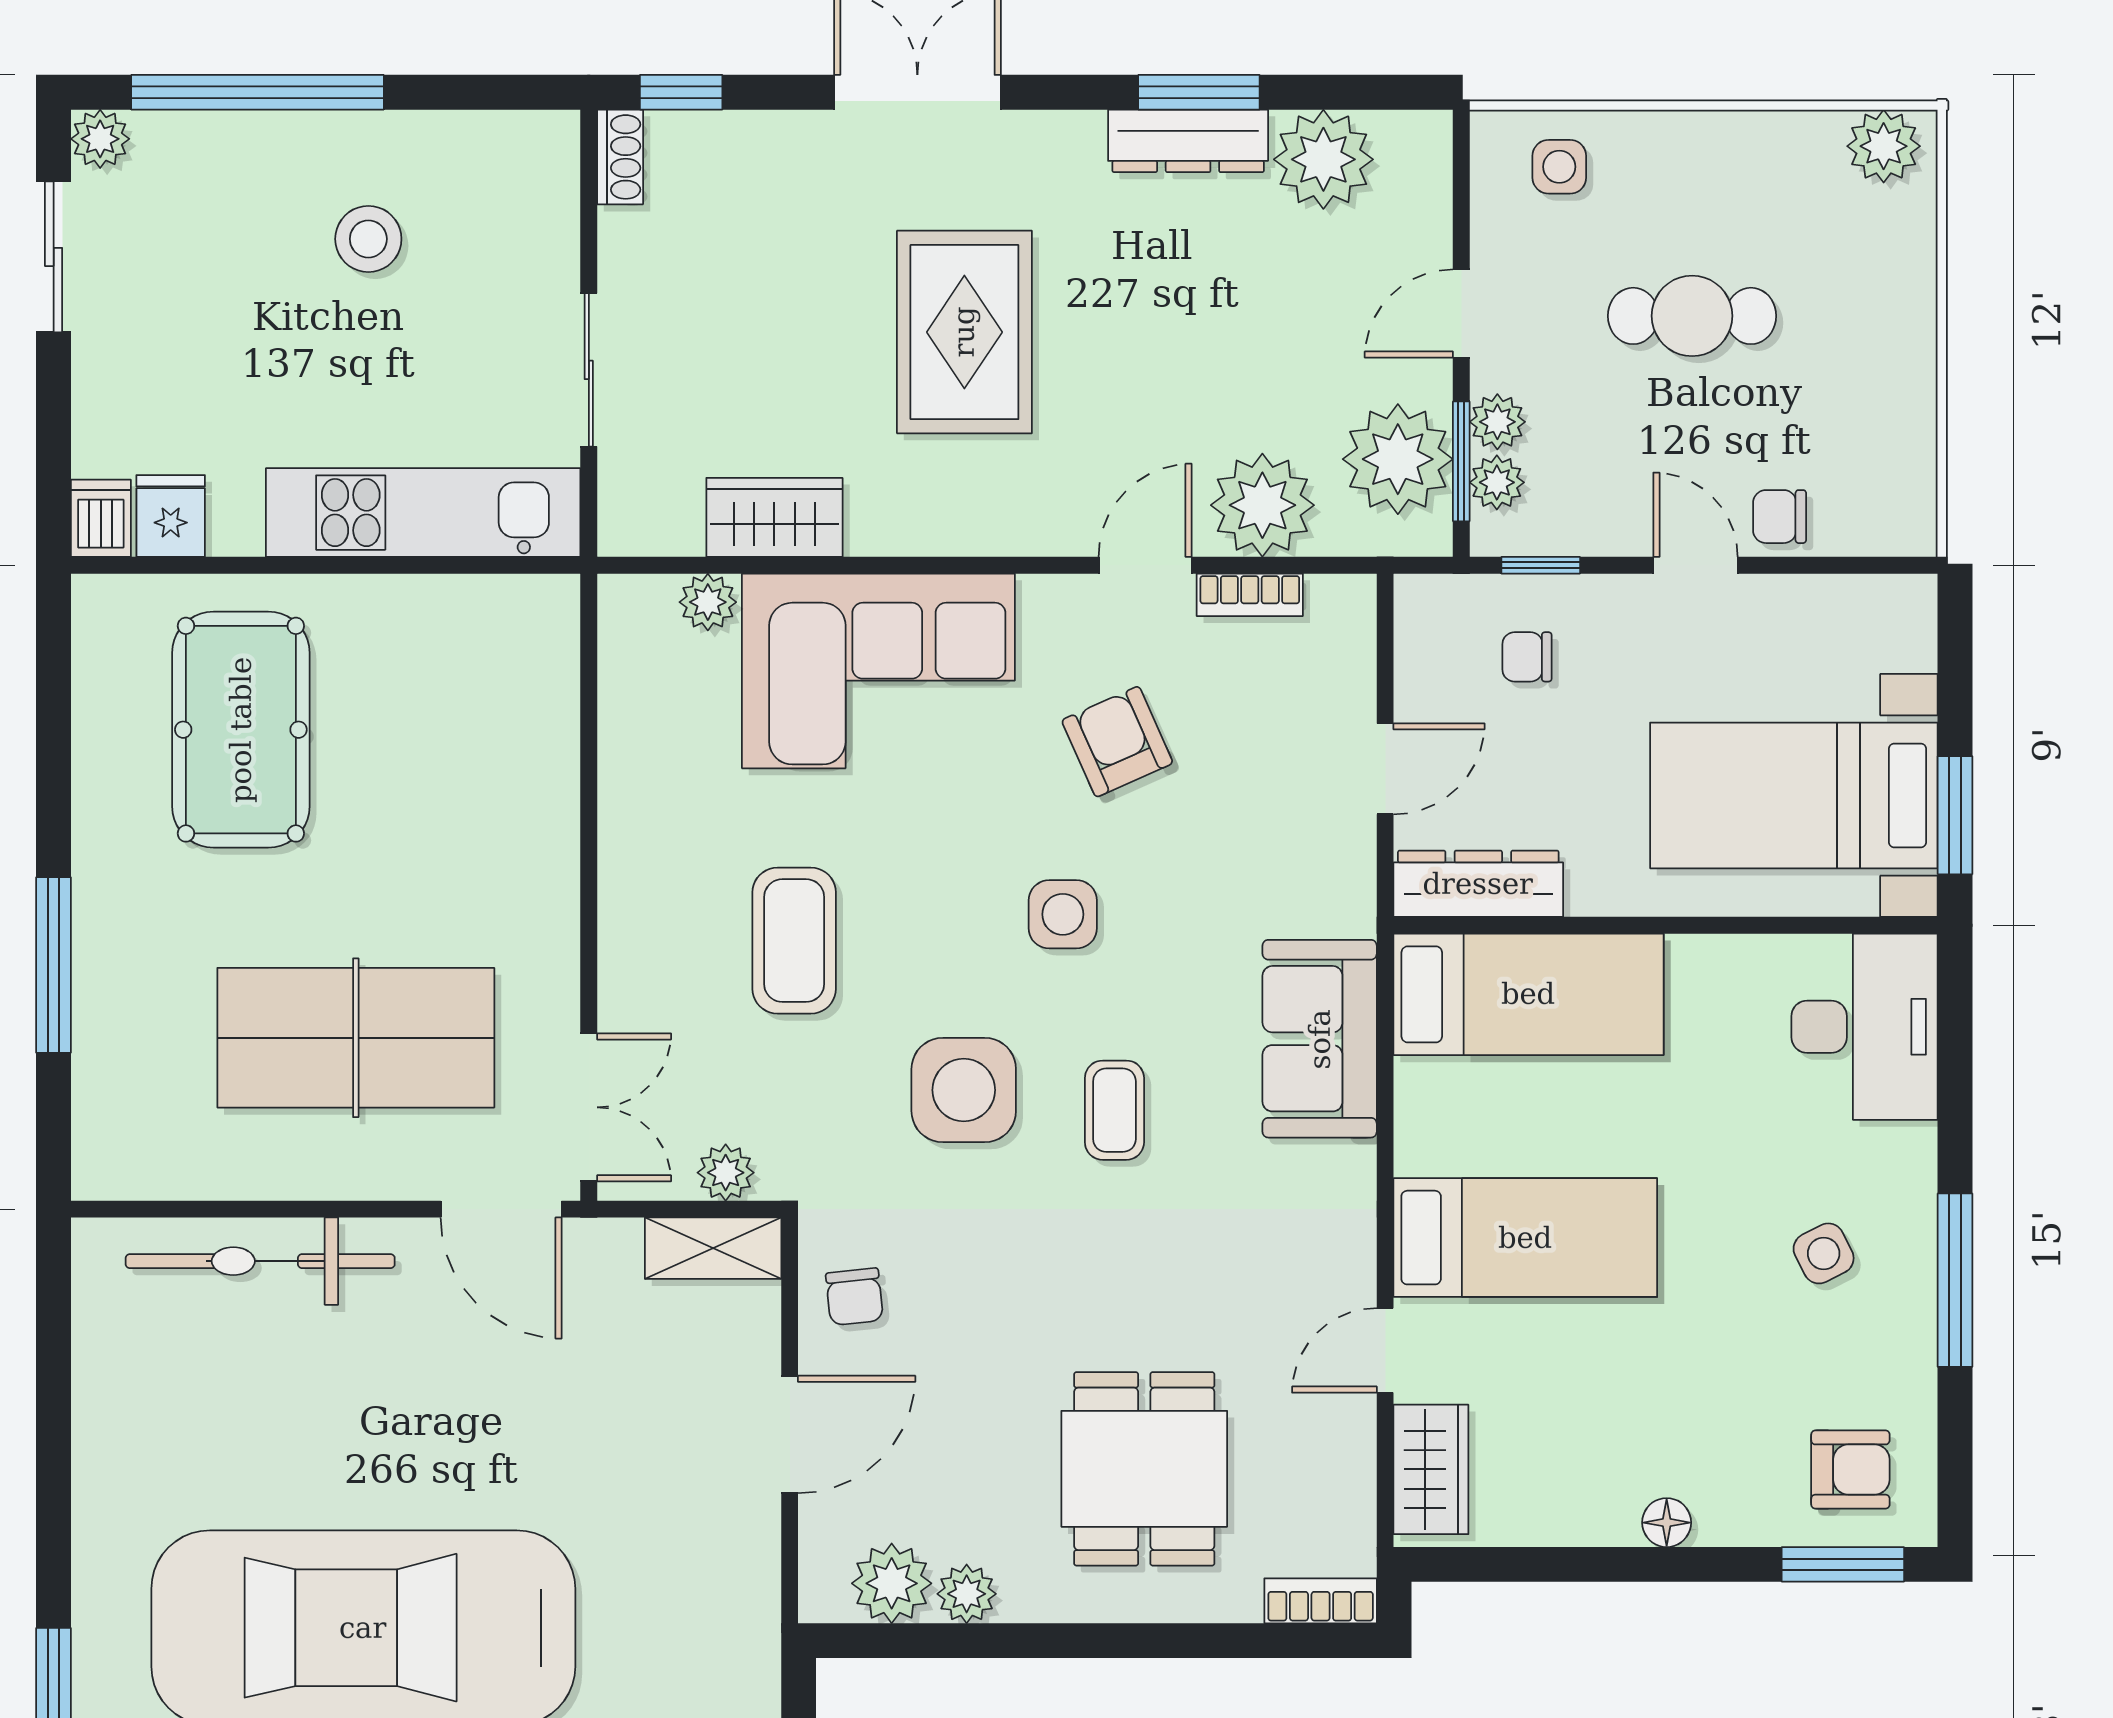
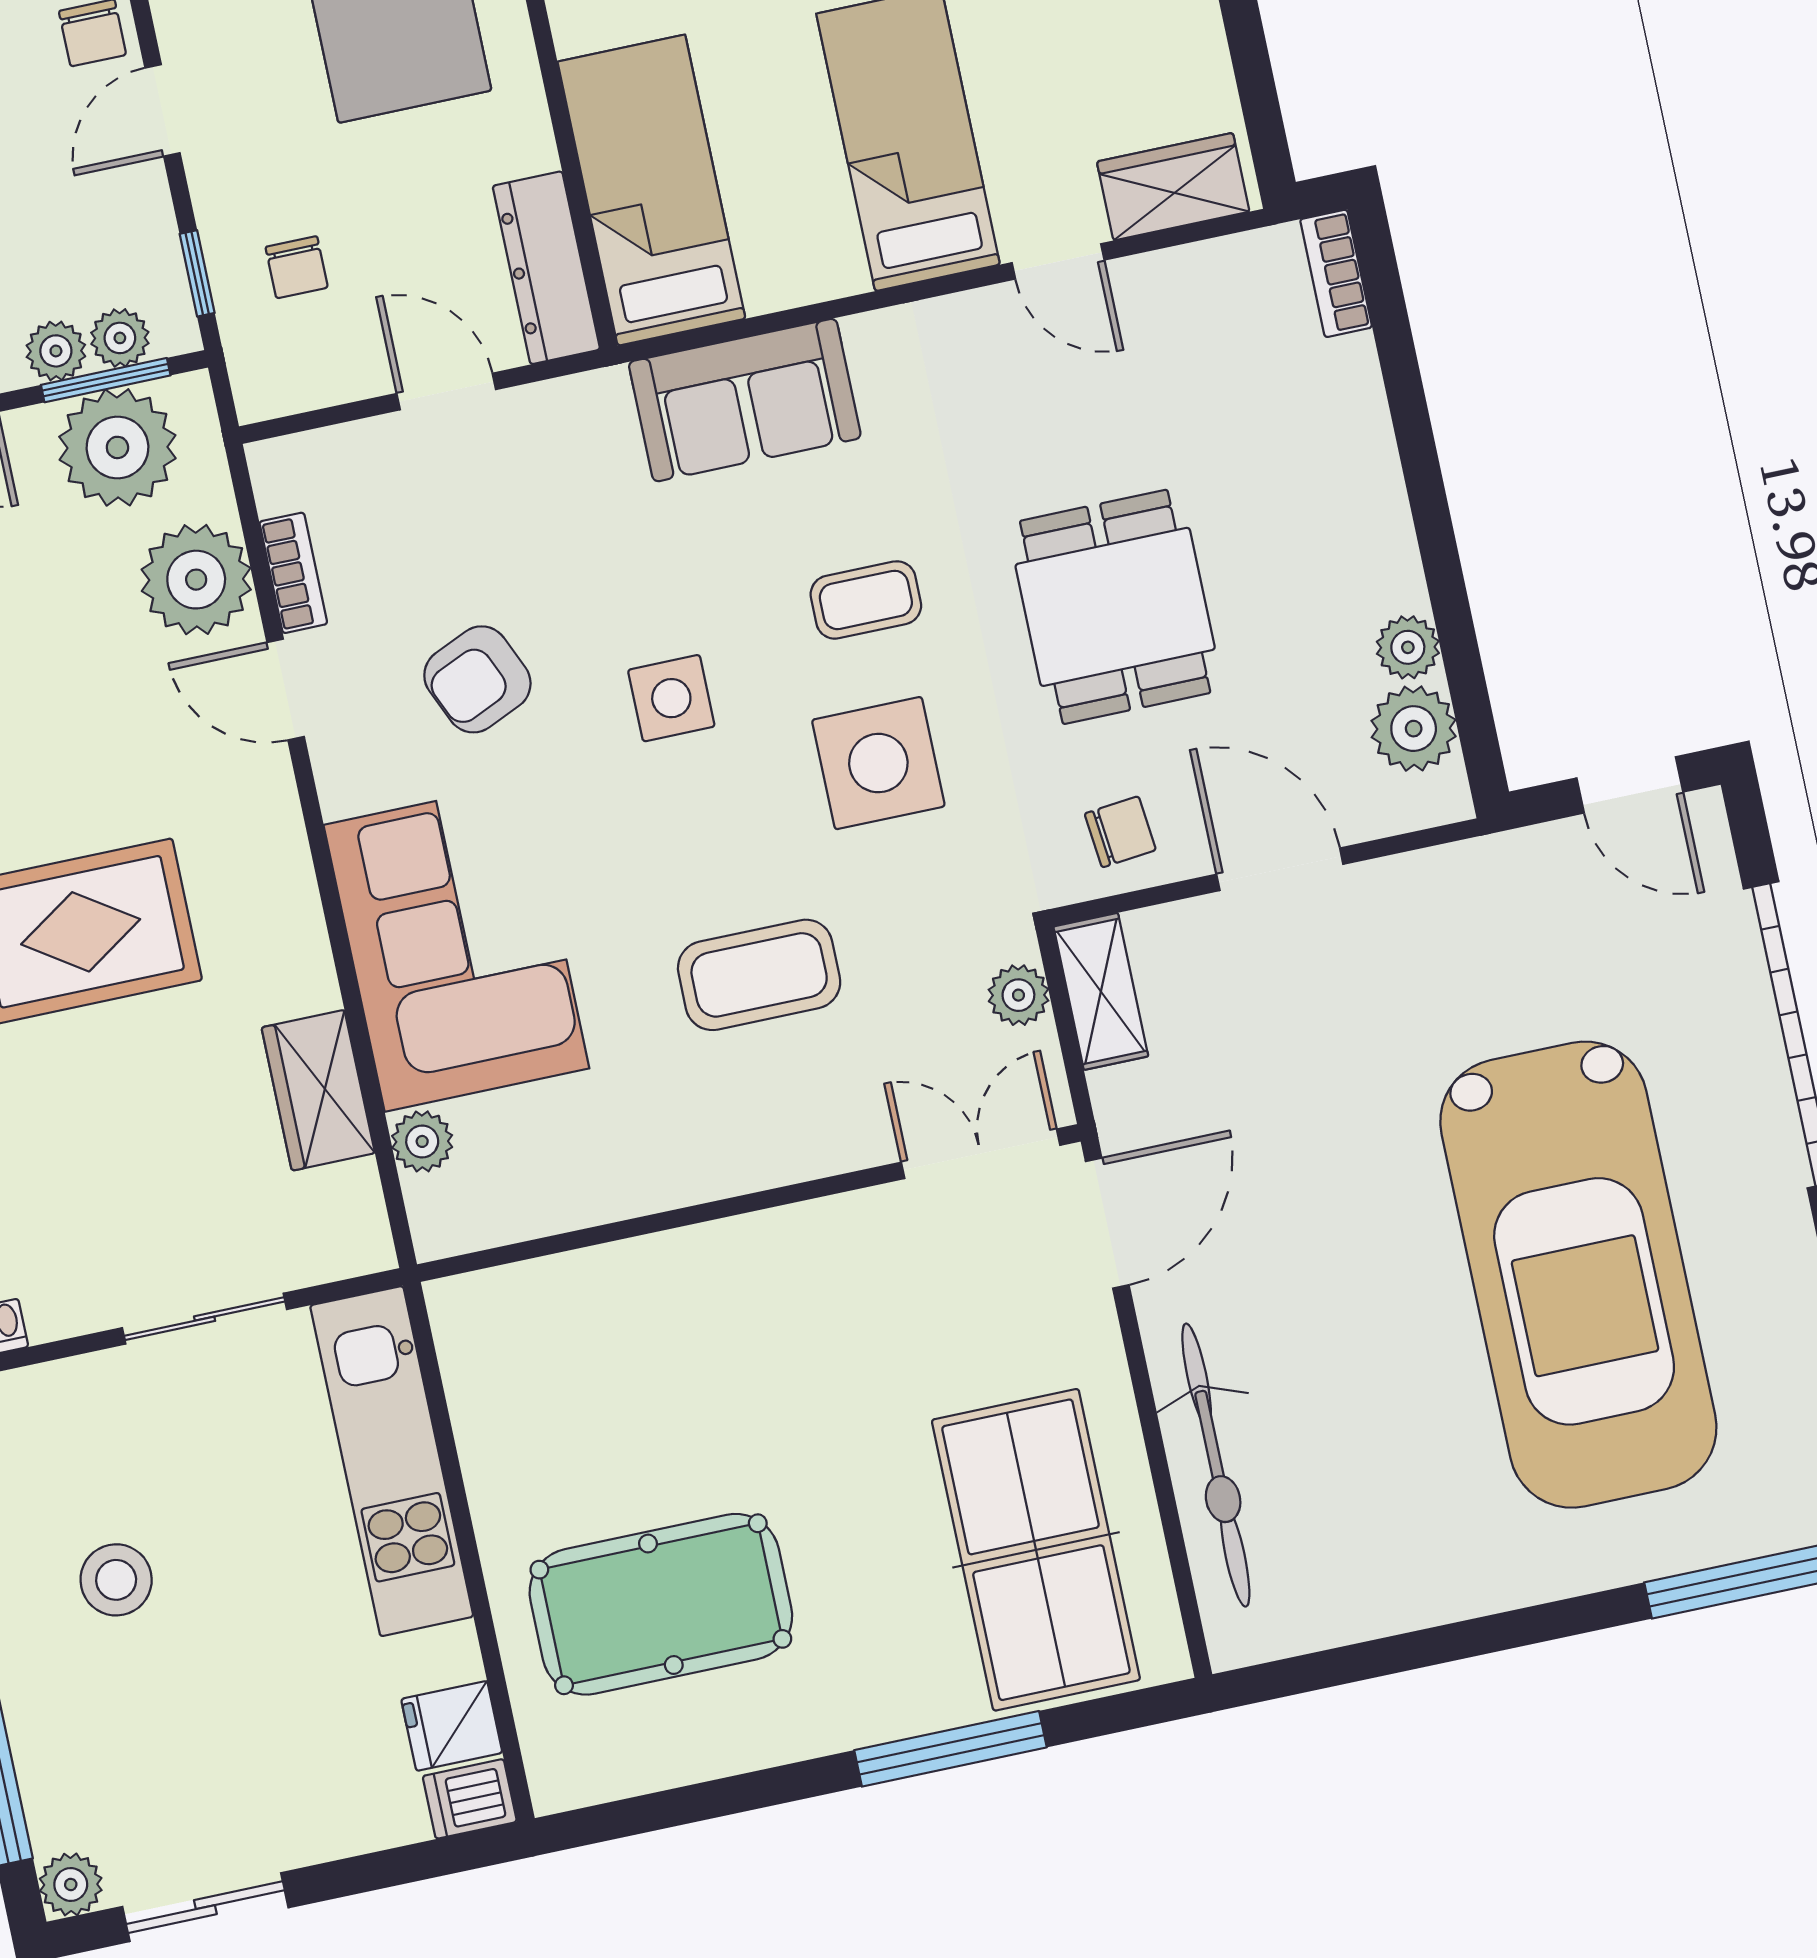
table tennis table: (356, 1038) -> (1036, 1550), moved
dining table: (1144, 1469) -> (1115, 607), moved, turned 90

